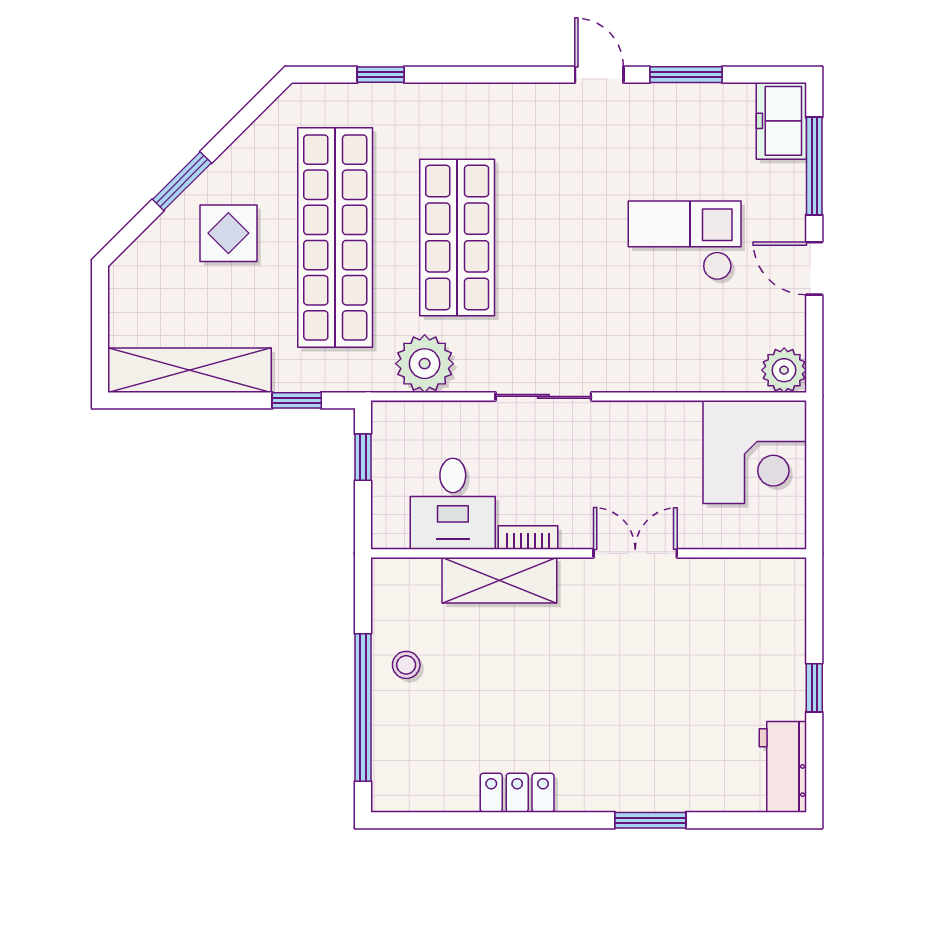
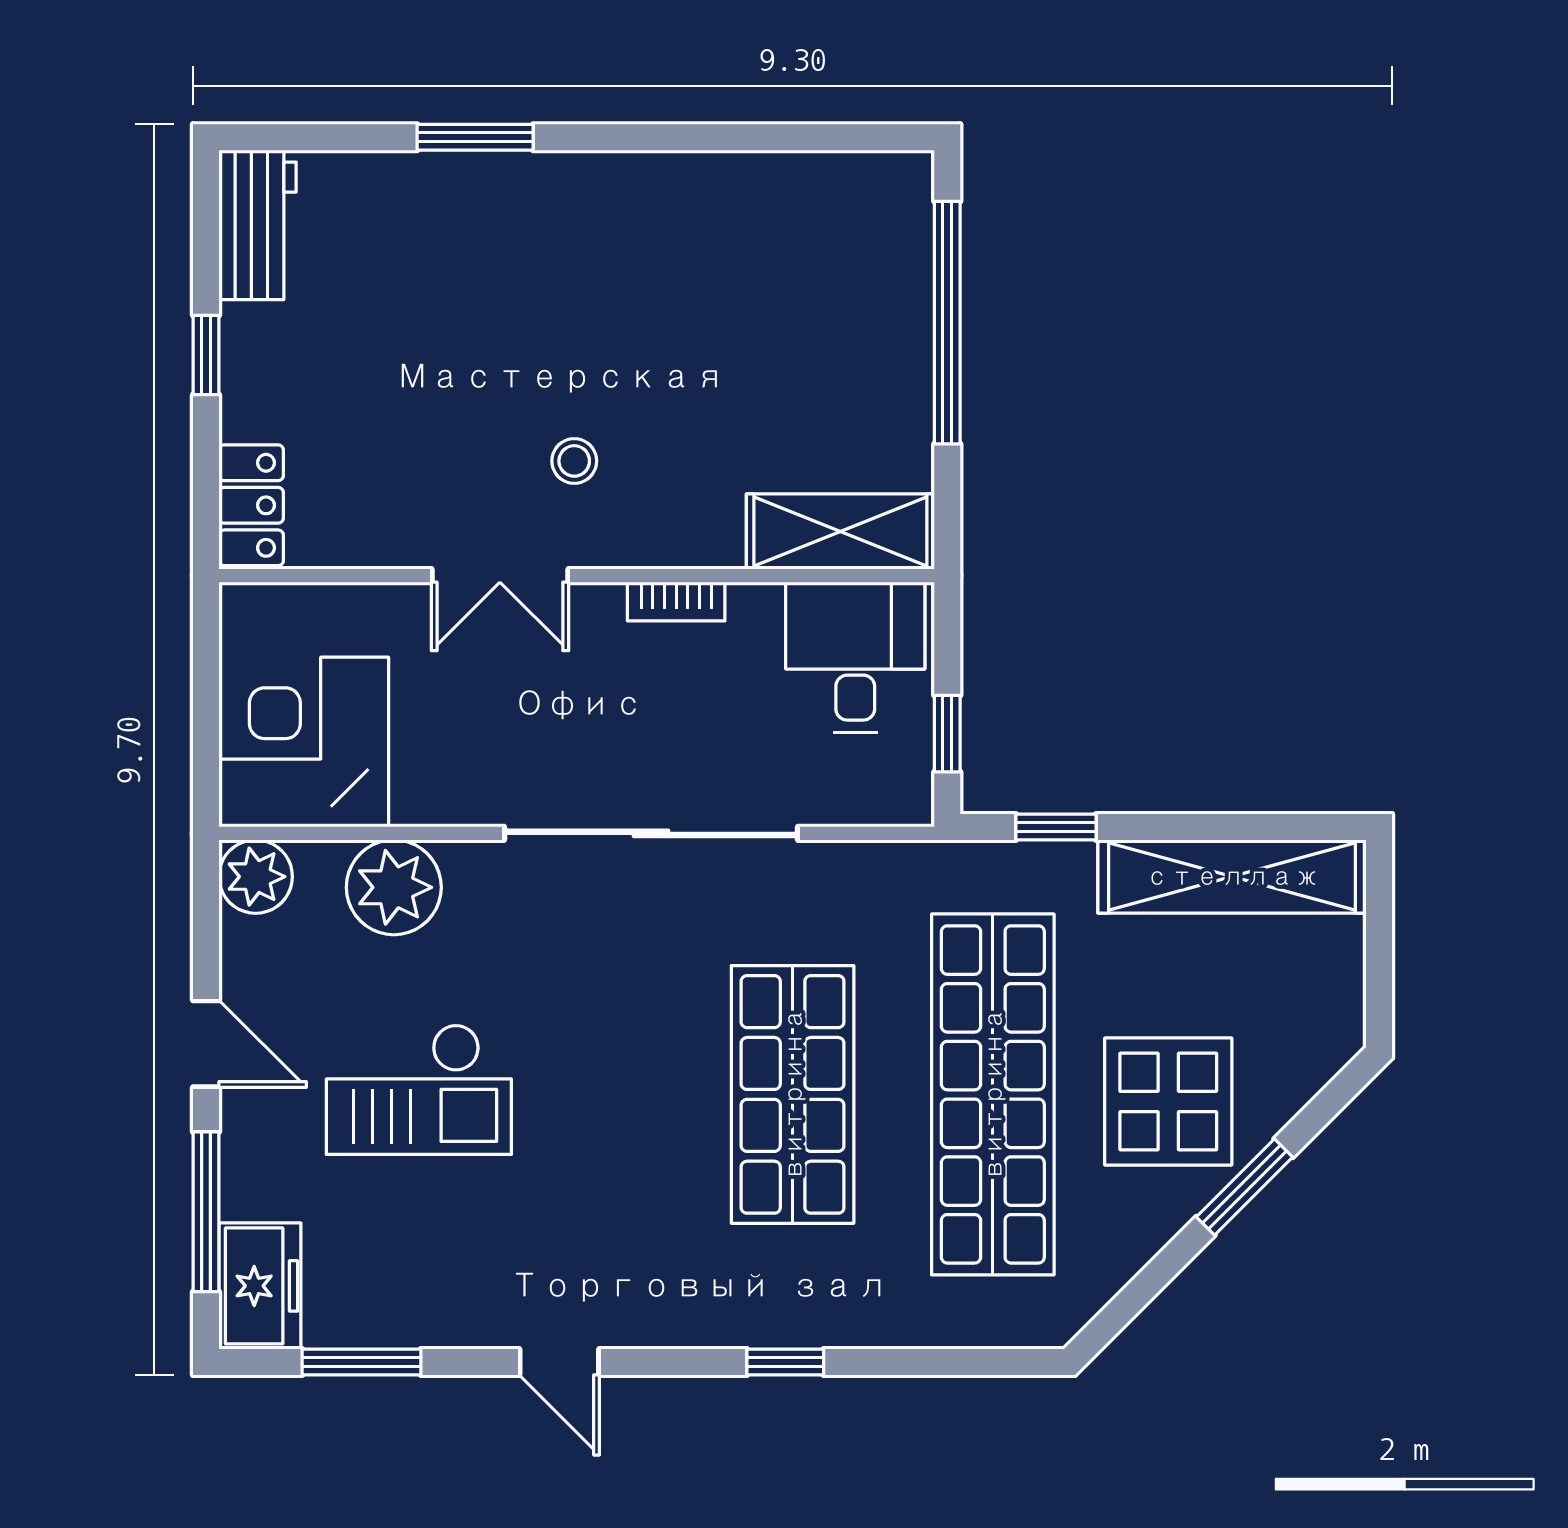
window: (381, 75) -> (785, 1362), moved
window: (686, 75) -> (362, 1362), moved
display table: (228, 233) -> (1168, 1102), width x1.36, depth x1.36
plant: (425, 364) -> (394, 887), moved
sliding door: (543, 396) -> (651, 833), width x1.86
desk: (453, 504) -> (855, 657), moved
shelving: (499, 580) -> (840, 532), moved
stool: (406, 665) -> (574, 461), moved
locker: (517, 793) -> (251, 505), moved, turned -90

